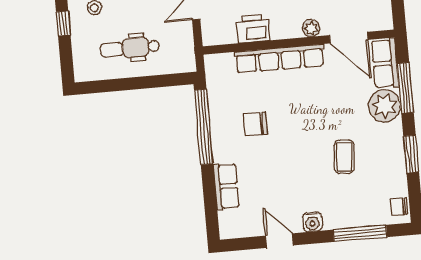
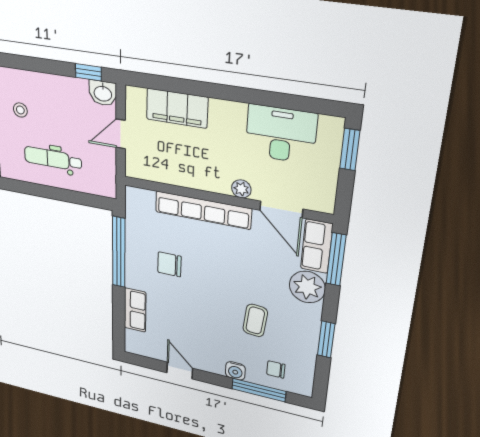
printer: (253, 29) -> (179, 173), removed
window: (405, 88) -> (336, 259), moved
chair: (399, 207) -> (276, 369), moved
water cooler: (312, 222) -> (235, 371), moved

